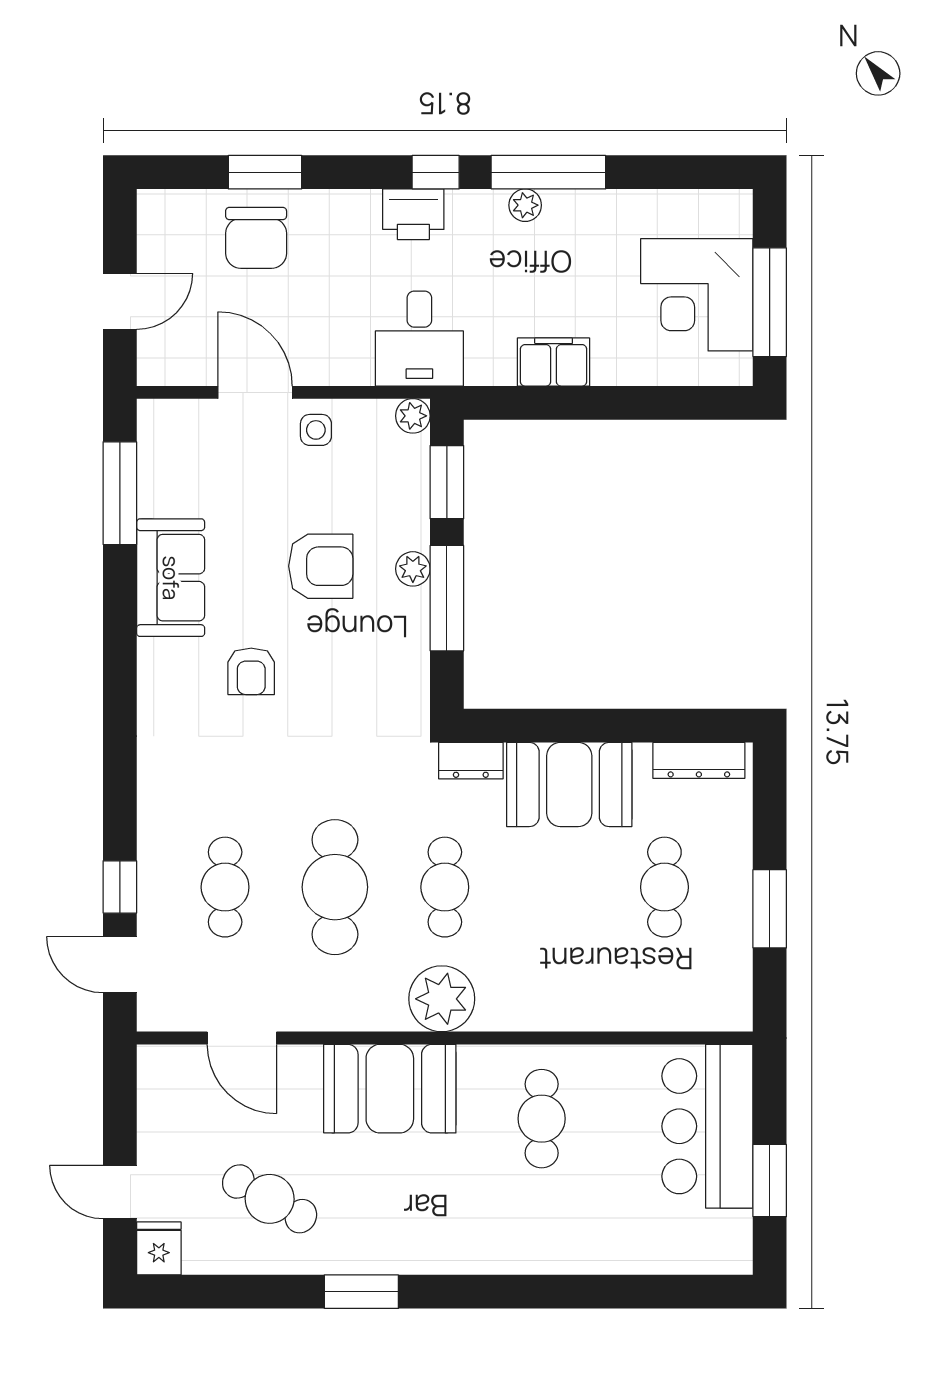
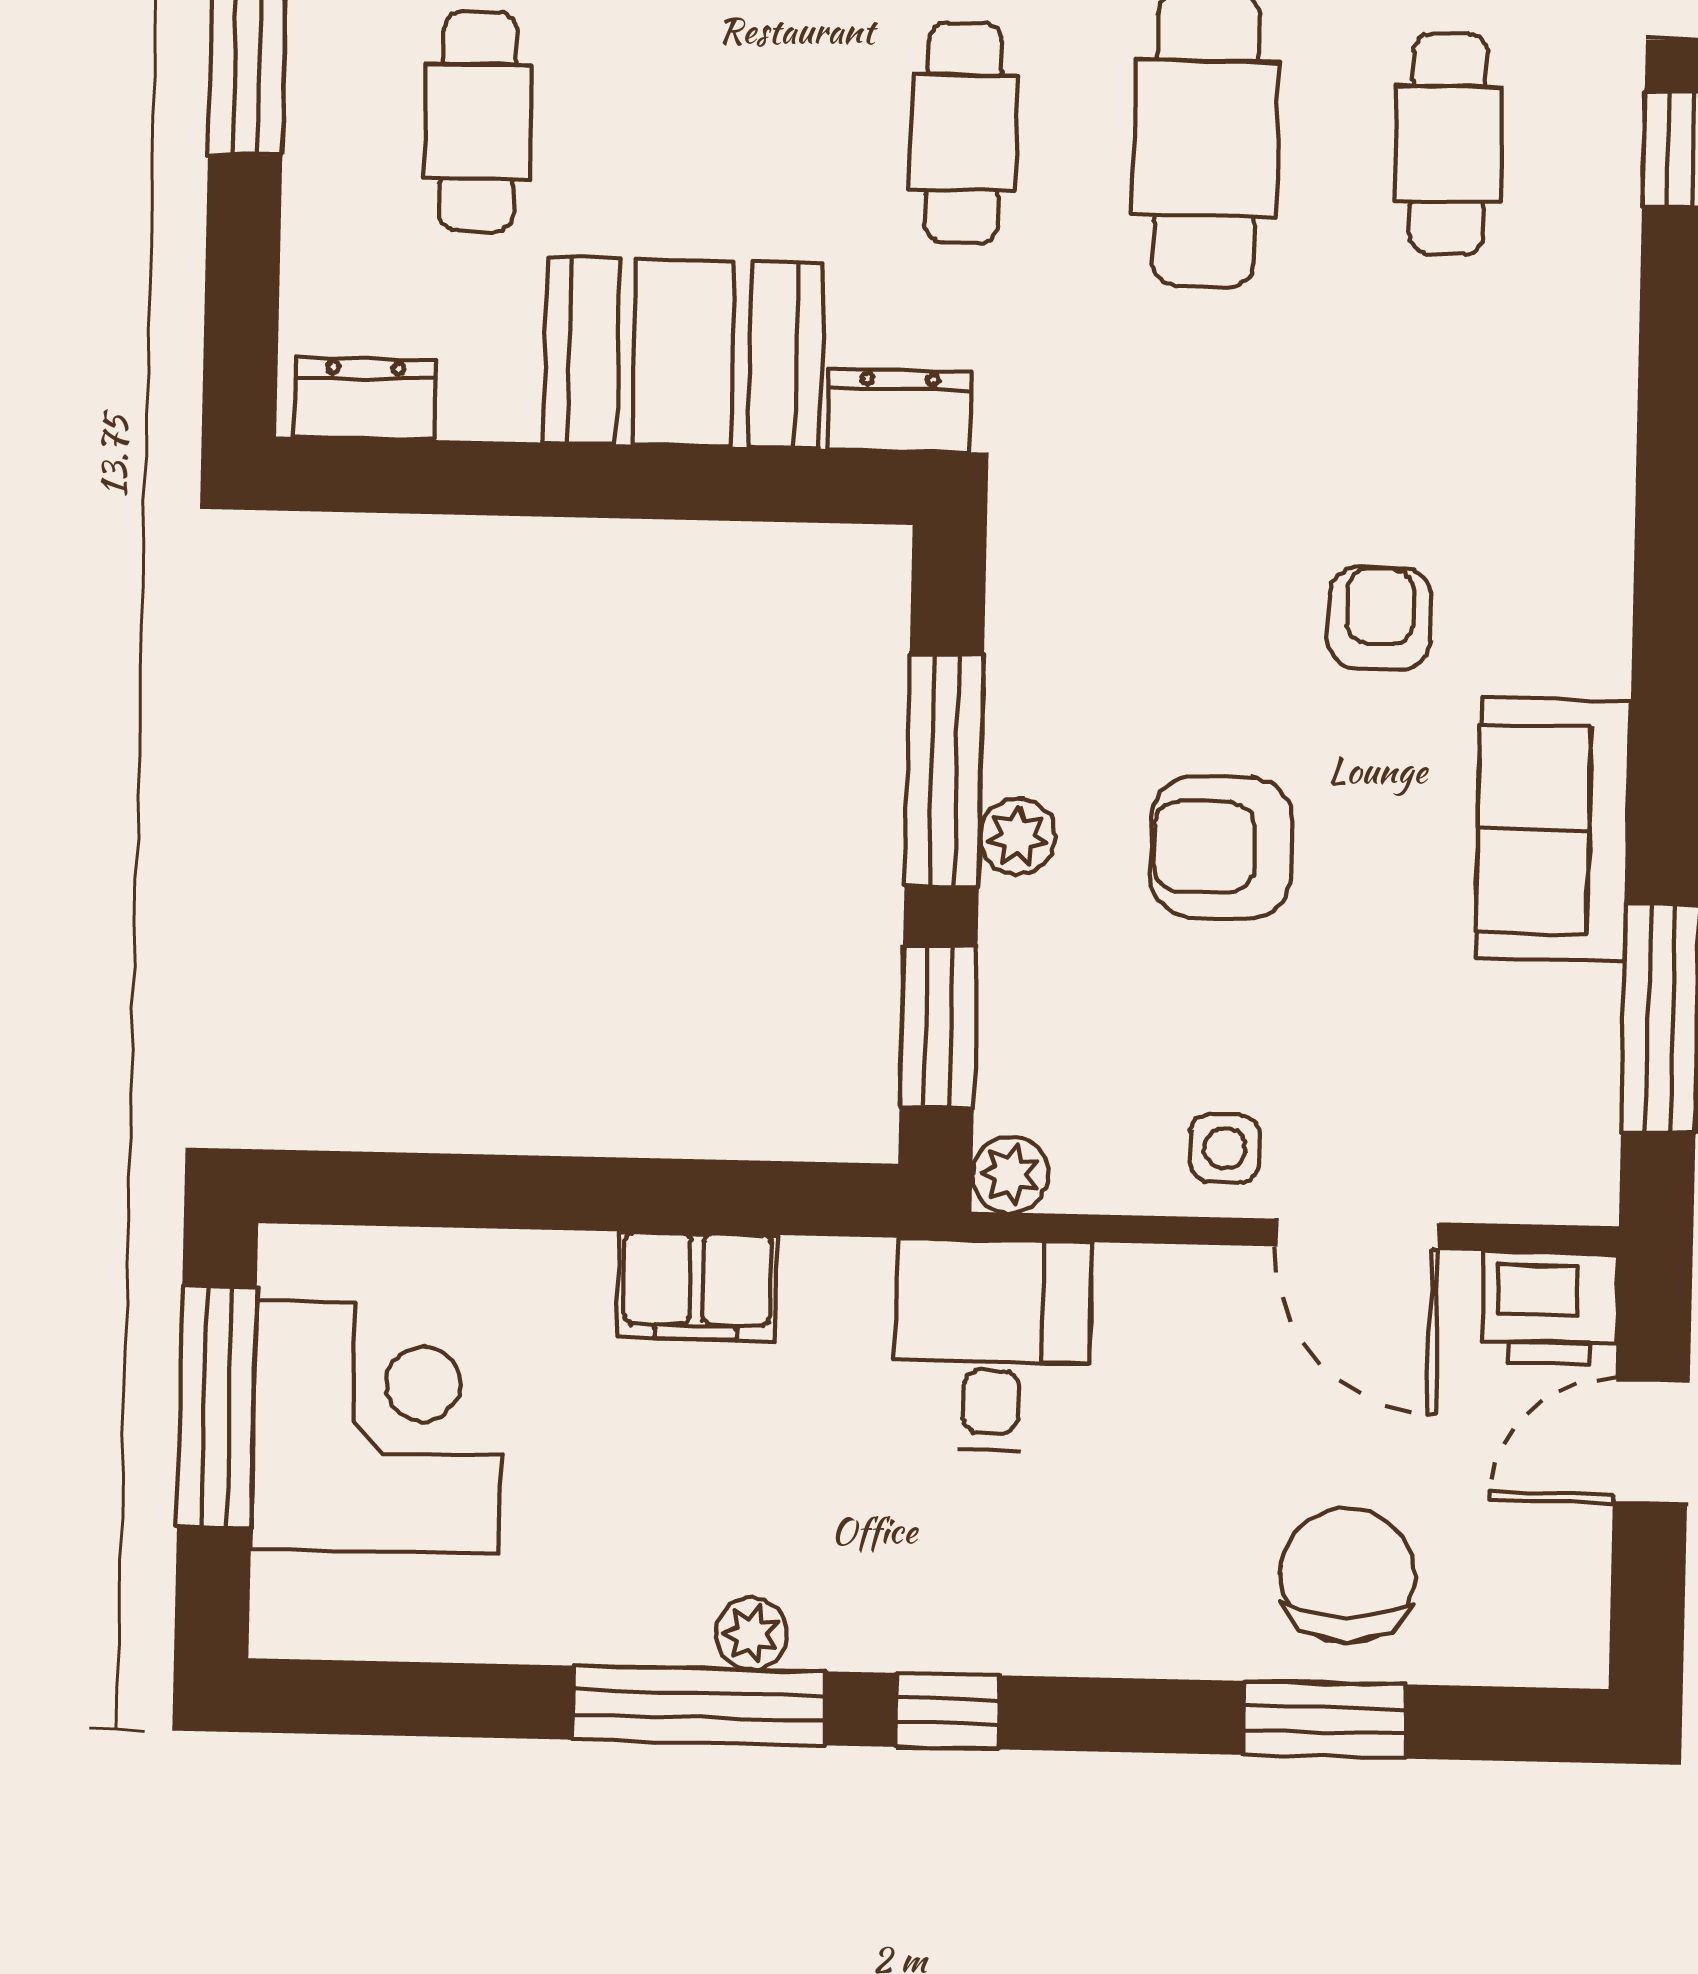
printer: (413, 214) -> (1550, 1308), moved, turned 180
dresser: (699, 760) -> (365, 399), width x0.70

